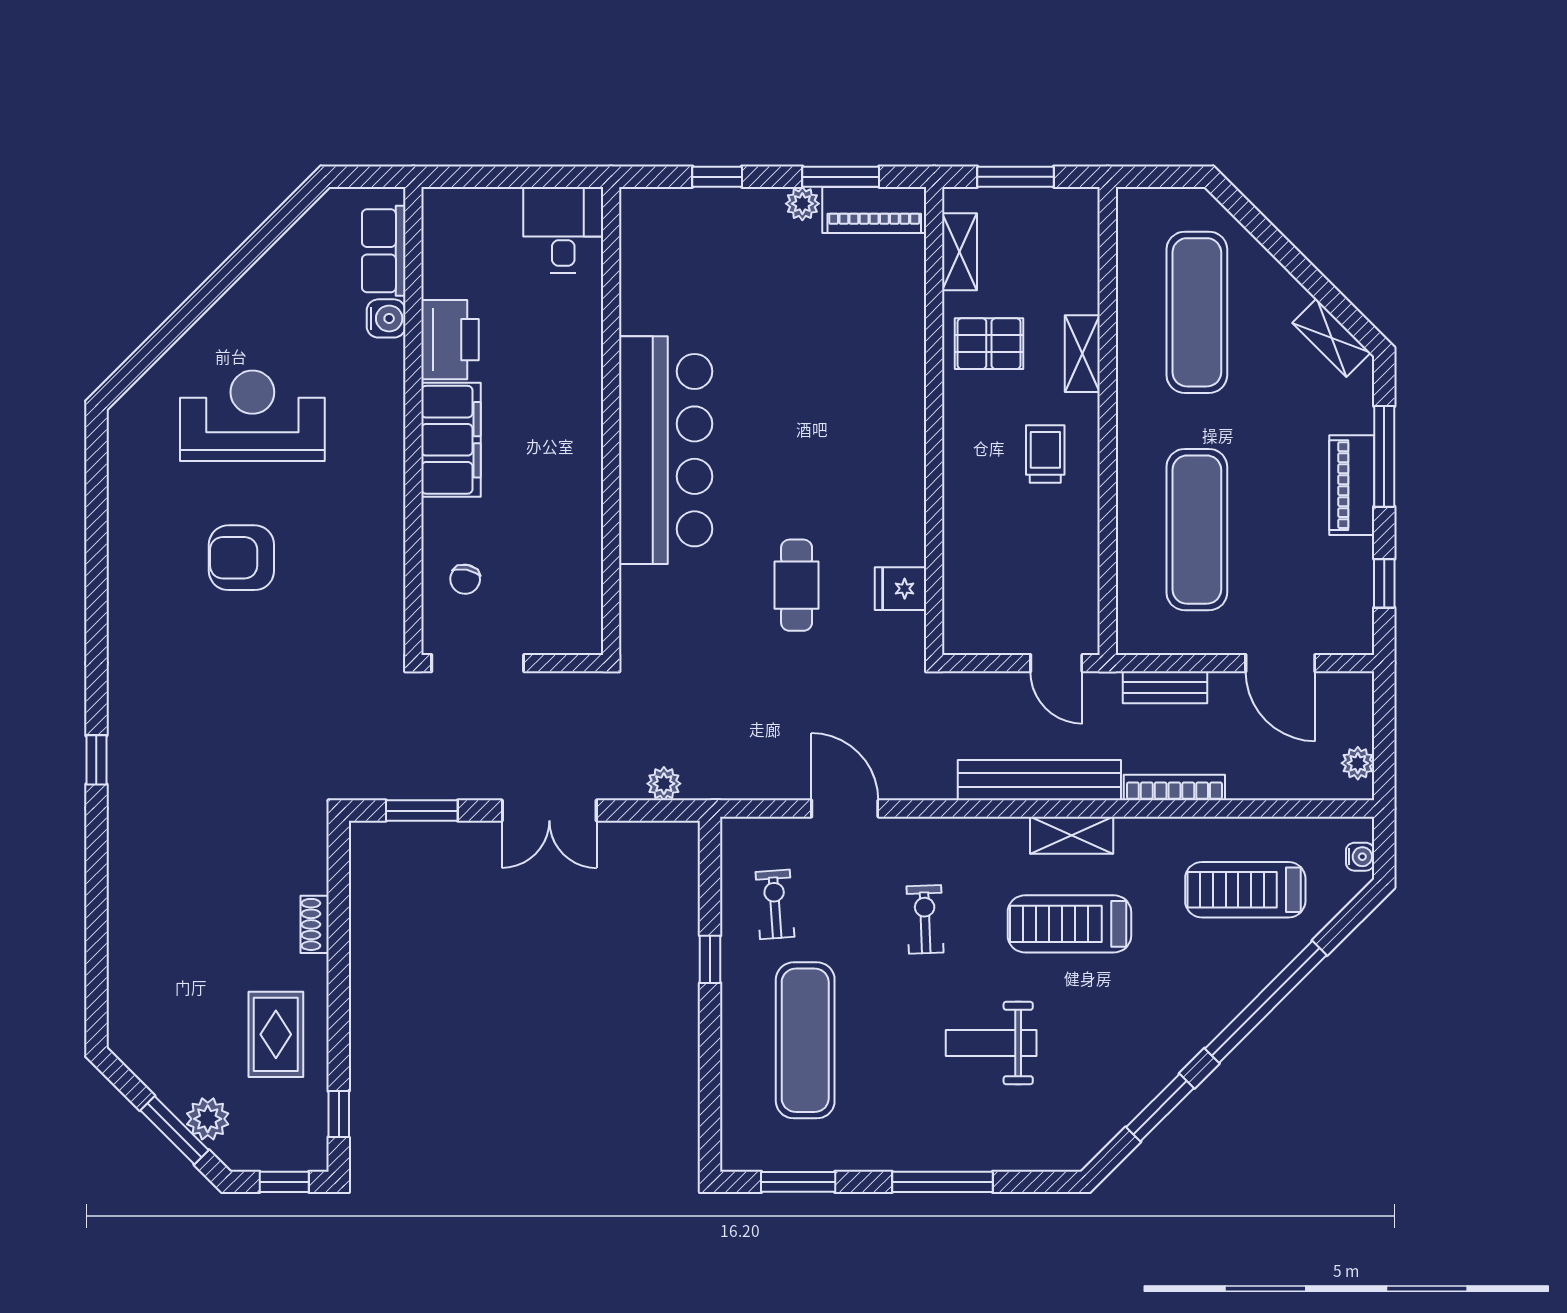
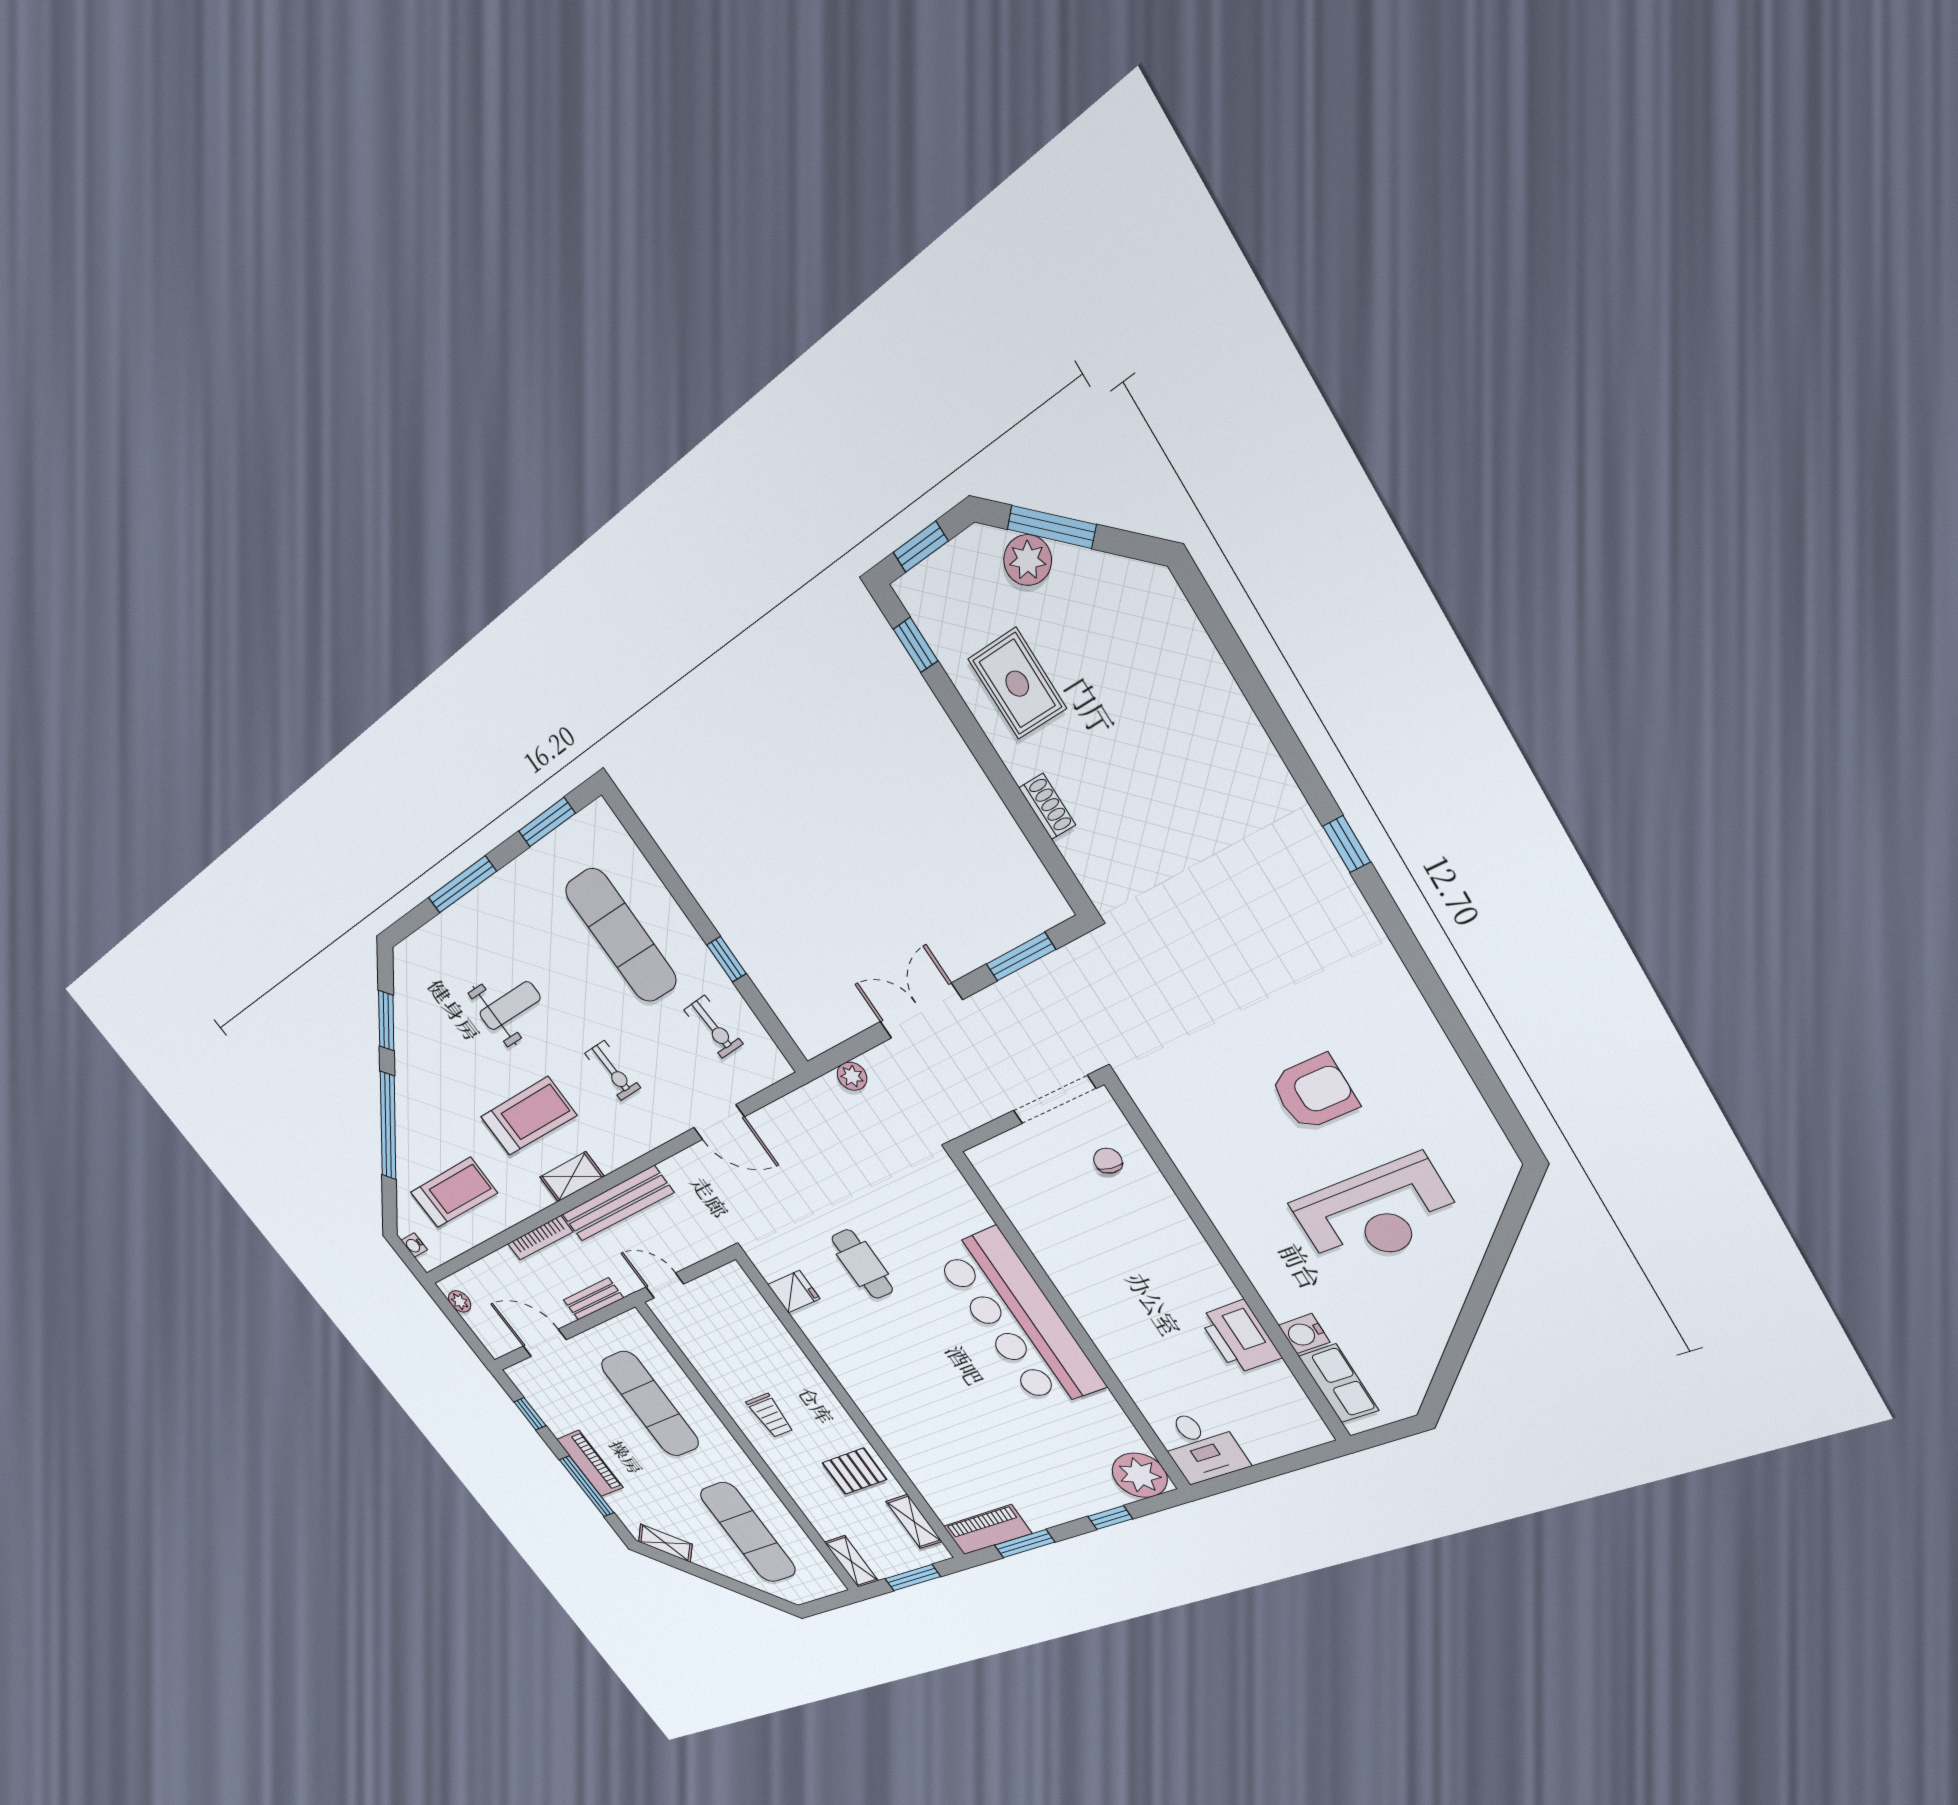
plant: (802, 204) -> (1140, 1475), moved, width x1.87, depth x1.87
shelving: (1082, 354) -> (851, 1561), moved
filing cabinet: (451, 440) -> (1190, 1263), removed

